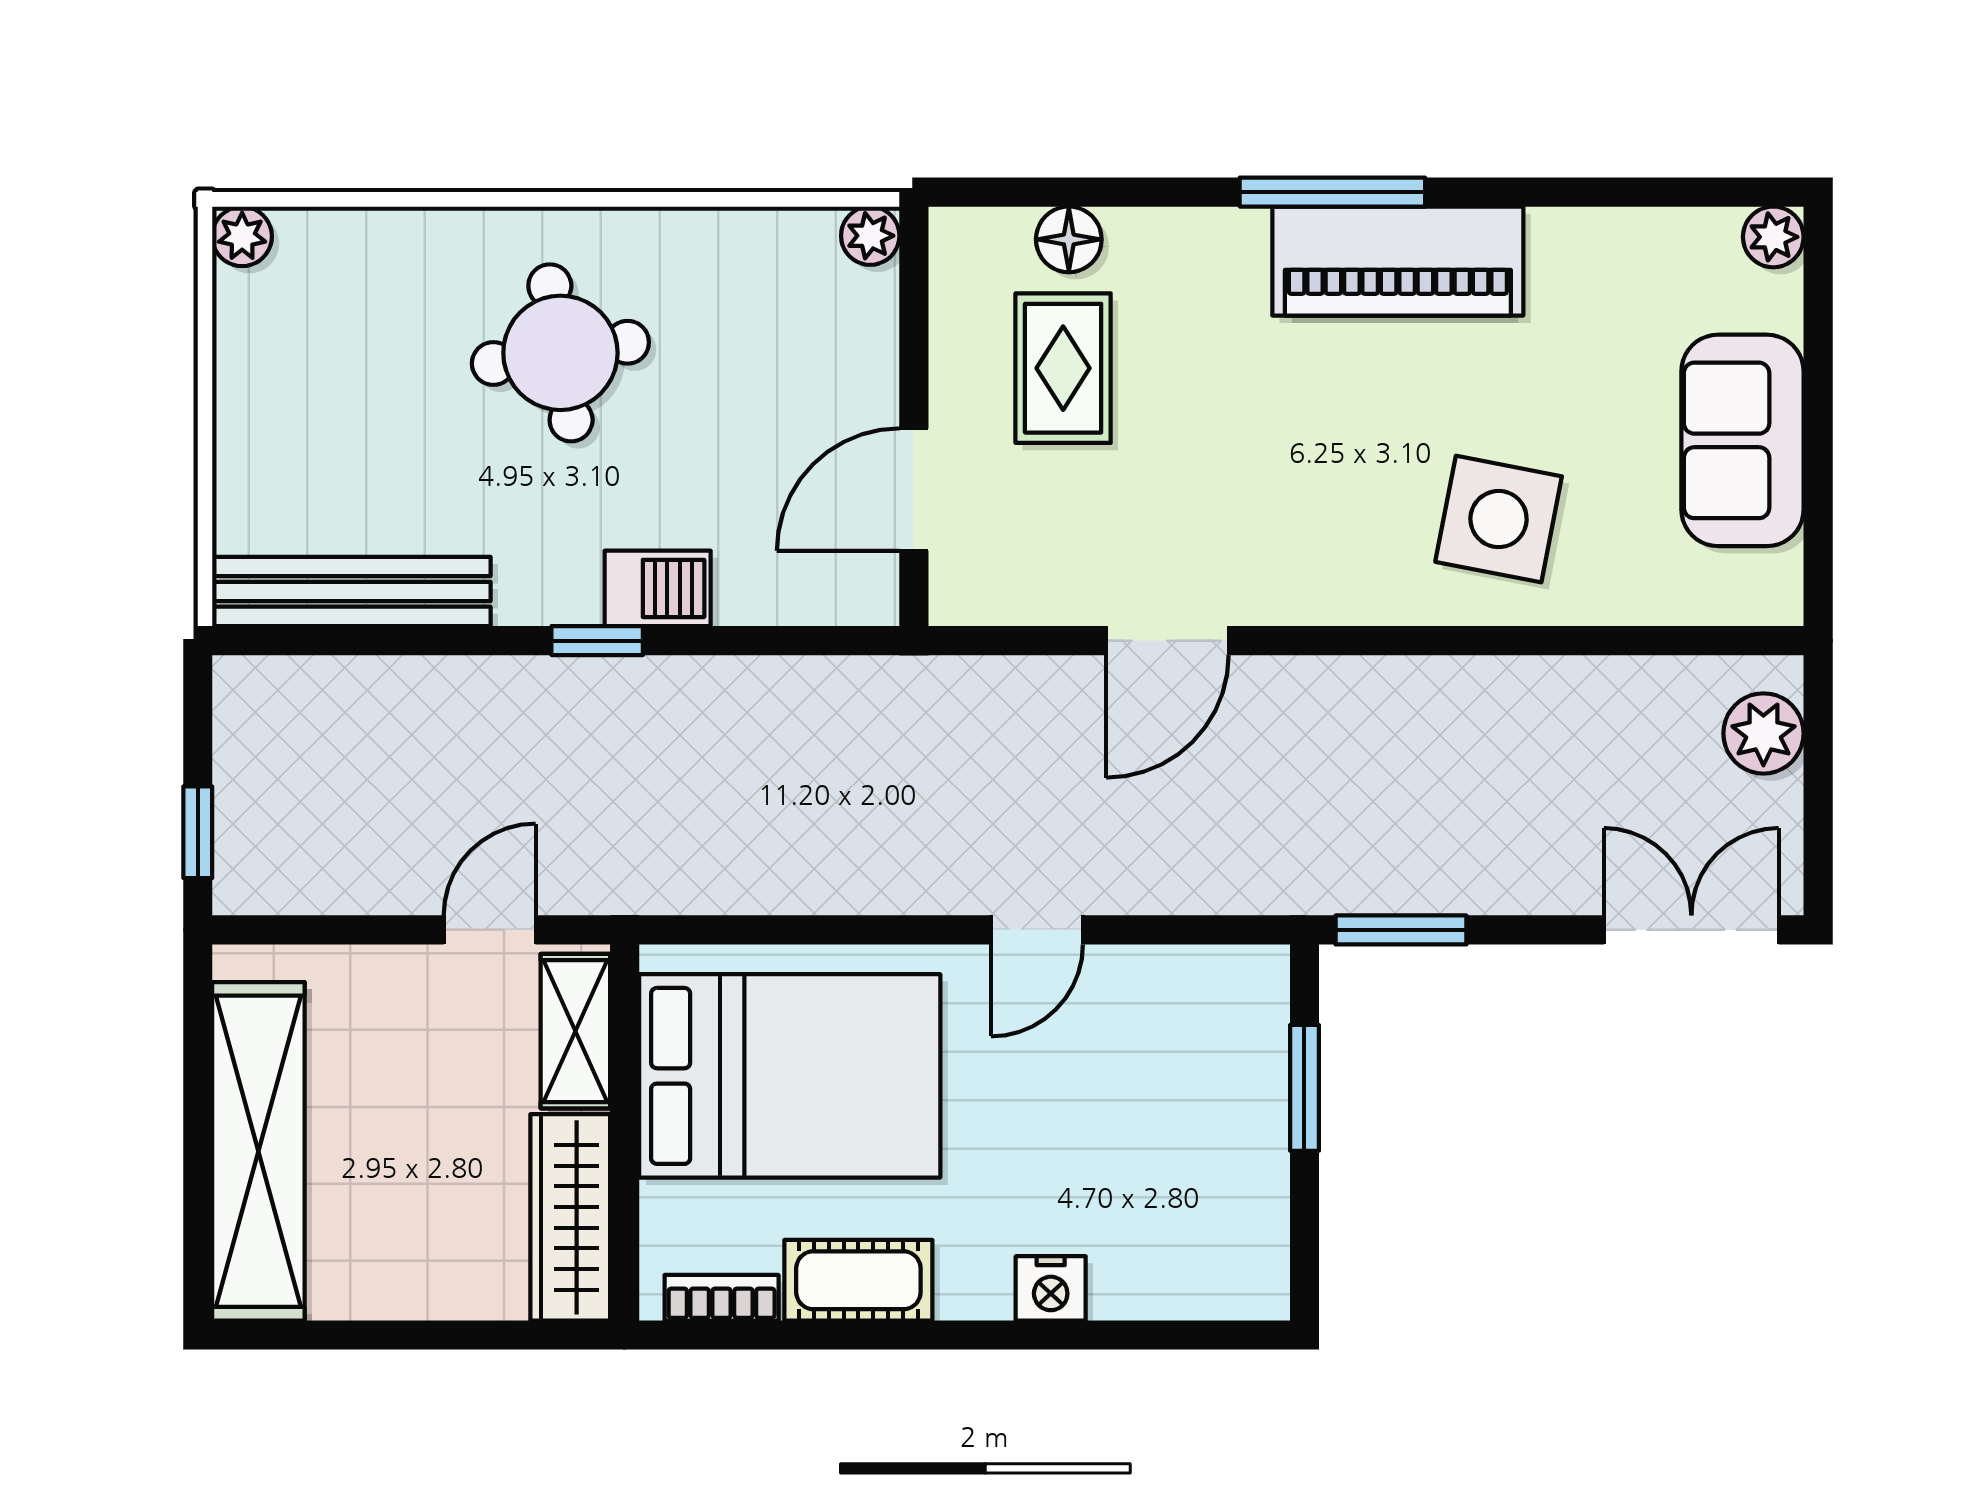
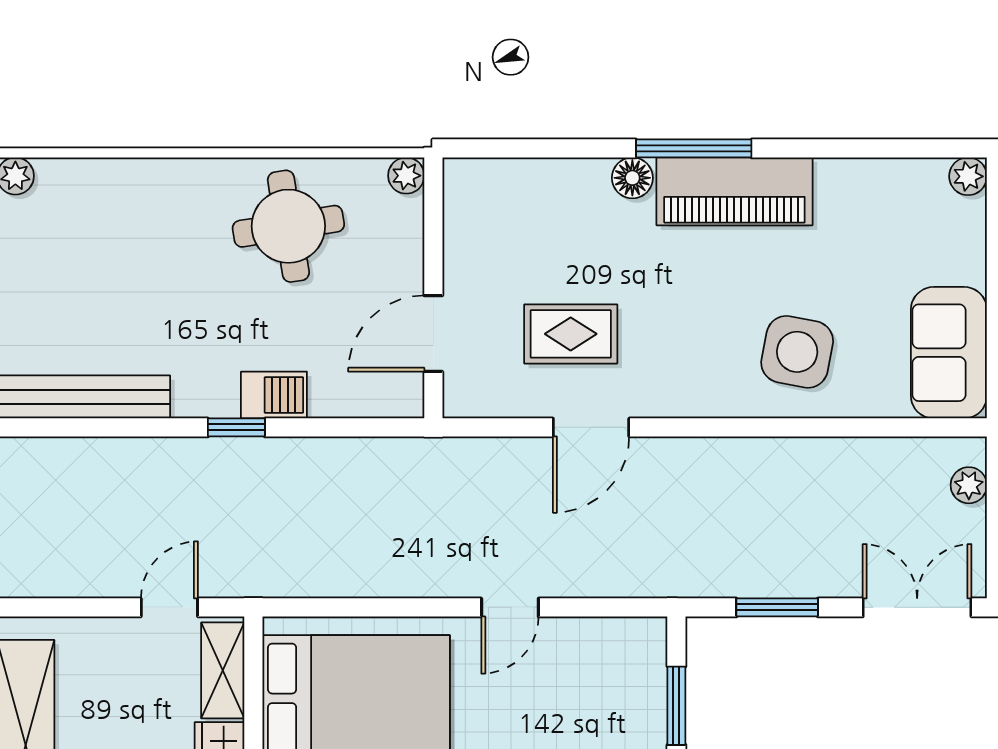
floor lamp: (1069, 239) -> (632, 178), moved
round table: (560, 353) -> (288, 226), moved
rug: (1063, 368) -> (571, 334), moved, turned 90
sofa: (1742, 440) -> (949, 353), moved
plant: (1763, 733) -> (969, 485), width x0.73, depth x0.73
window: (1401, 930) -> (777, 607), moved

